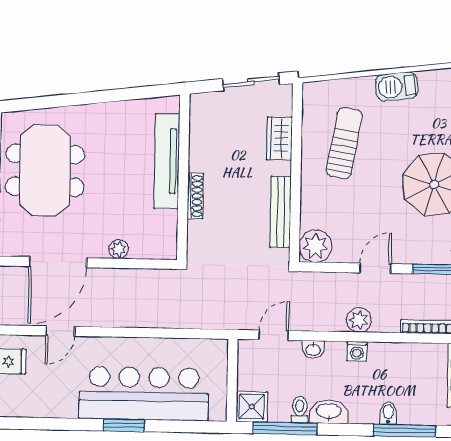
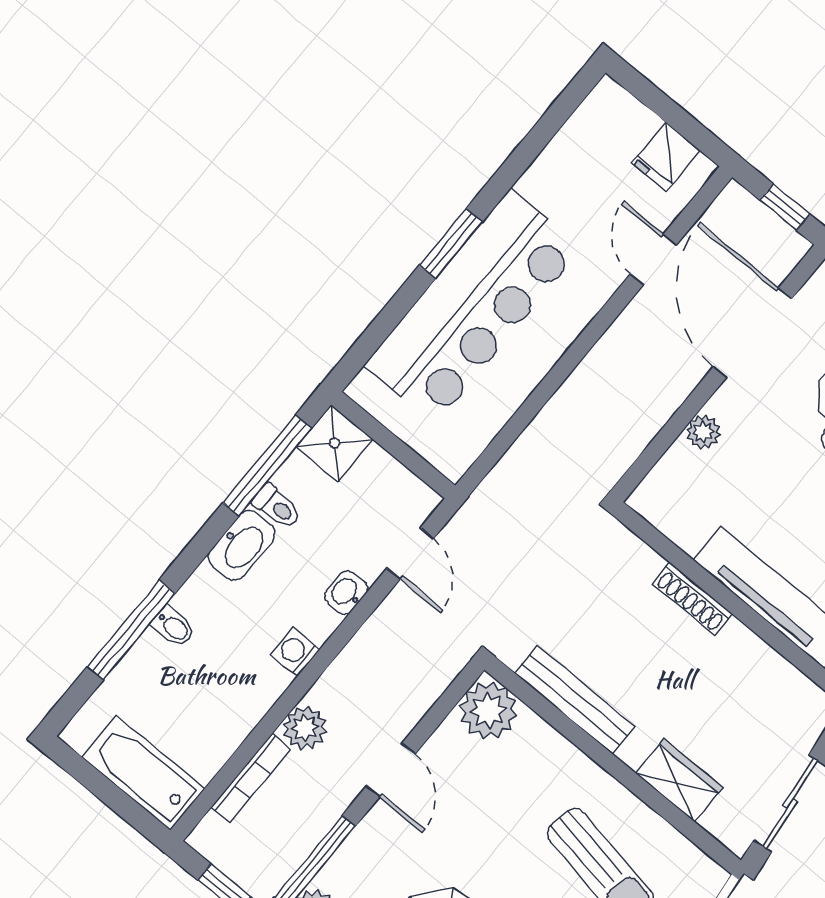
plant: (359, 320) -> (305, 728), moved

